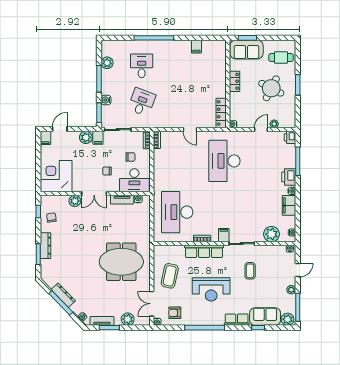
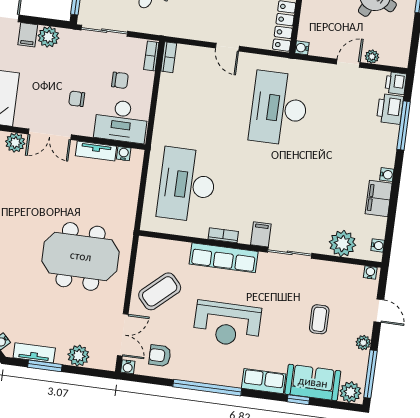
filing cabinet: (98, 138) -> (28, 35), moved
printer: (289, 177) -> (390, 109), moved
door: (298, 270) -> (379, 311), hinge flipped
coffee table: (250, 271) -> (319, 319), moved
coffee table: (170, 276) -> (160, 291), turned 36
double door: (152, 304) -> (123, 335), swing flipped

